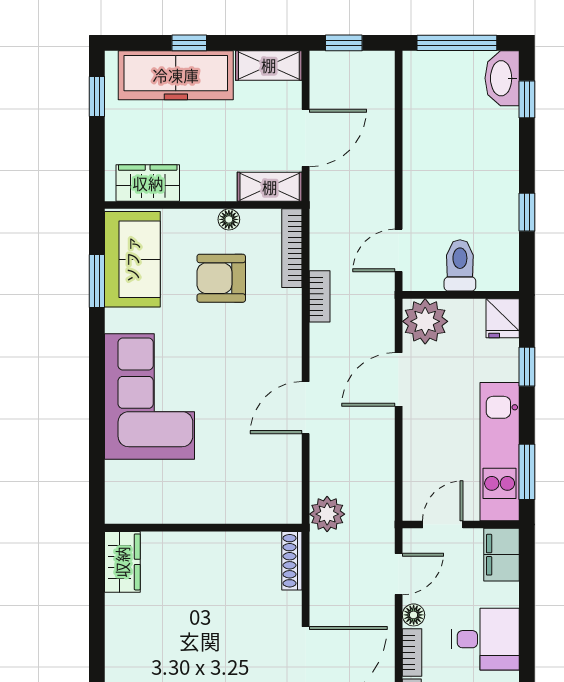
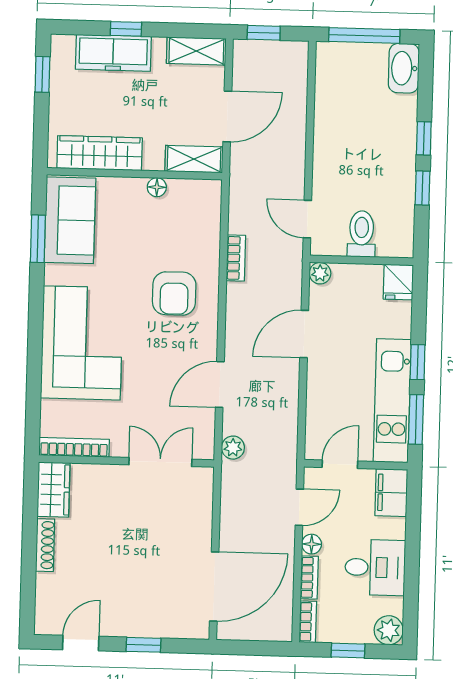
freezer: (176, 75) -> (113, 53), width x0.73, depth x0.79
window: (527, 99) -> (424, 138), moved
wardrobe: (148, 183) -> (100, 153), width x1.50
bookcase: (292, 248) -> (74, 447), moved, turned 90
door: (399, 250) -> (307, 219), hinge flipped
armchair: (221, 278) -> (174, 293), moved, turned -90
plant: (425, 321) -> (320, 273), width x0.53, depth x0.53
window: (527, 367) -> (418, 362), moved
door: (306, 408) -> (220, 384), moved
plant: (327, 514) -> (233, 448), width x0.73, depth x0.73
double door: (241, 528) -> (160, 462), added
shoe rack: (292, 561) -> (45, 545), moved, turned 180

